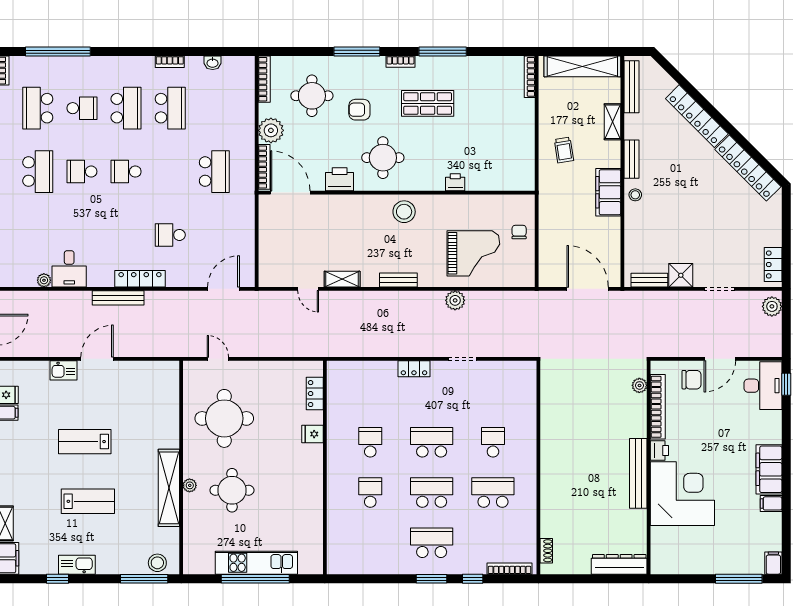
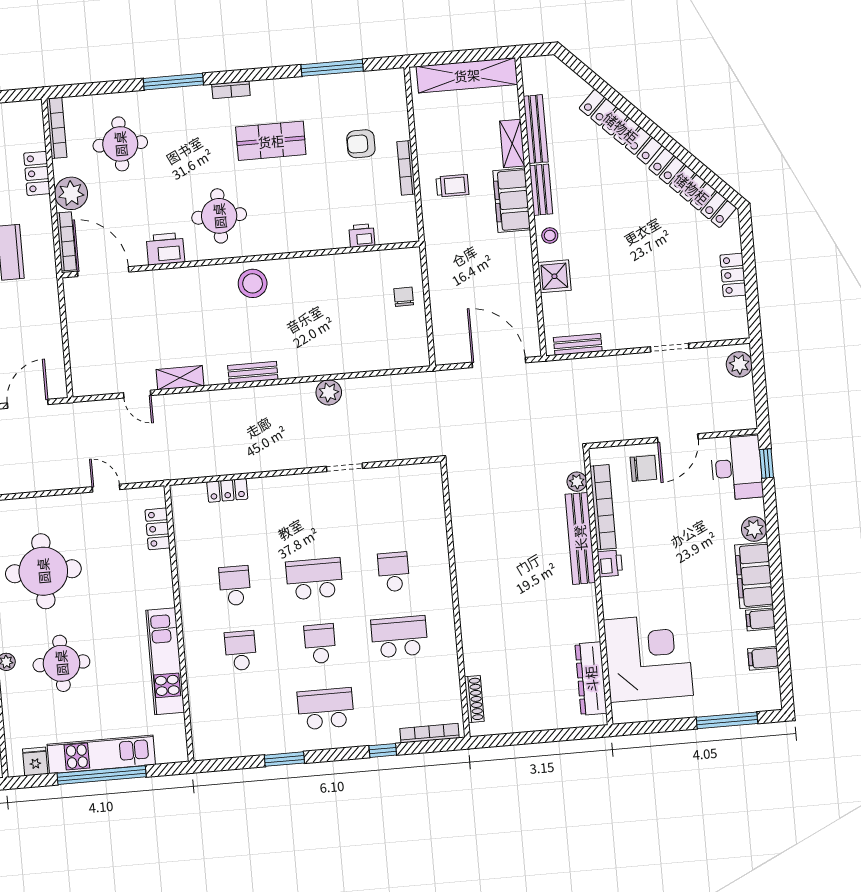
window: (443, 52) -> (332, 68), moved
bookcase: (530, 77) -> (406, 168), moved
bench: (632, 87) -> (536, 129), moved
armchair: (359, 110) -> (361, 144), moved
locker: (246, 113) -> (37, 173), added
trolley: (564, 150) -> (453, 186), turned -81
printer: (455, 182) -> (362, 236), moved
filing cabinet: (608, 192) -> (512, 200), moved
grand piano: (473, 253) -> (347, 329), removed
locker: (773, 265) -> (733, 275), moved
shower: (681, 275) -> (554, 276), moved
door: (218, 359) -> (106, 488), moved
locker: (414, 369) -> (227, 490), moved
fridge: (312, 434) -> (35, 761), moved, turned 90
plant: (772, 434) -> (754, 529), added
bench: (638, 473) -> (580, 538), moved
school desk: (432, 493) -> (320, 644), width x0.54
corner desk: (682, 494) -> (648, 658), moved
kitchen unit: (312, 496) -> (165, 661), added
shoe rack: (546, 551) -> (474, 699), width x1.43
filing cabinet: (773, 563) -> (763, 658), moved, turned -90
dresser: (619, 564) -> (591, 679), moved, turned -90
window: (432, 579) -> (284, 759), moved

